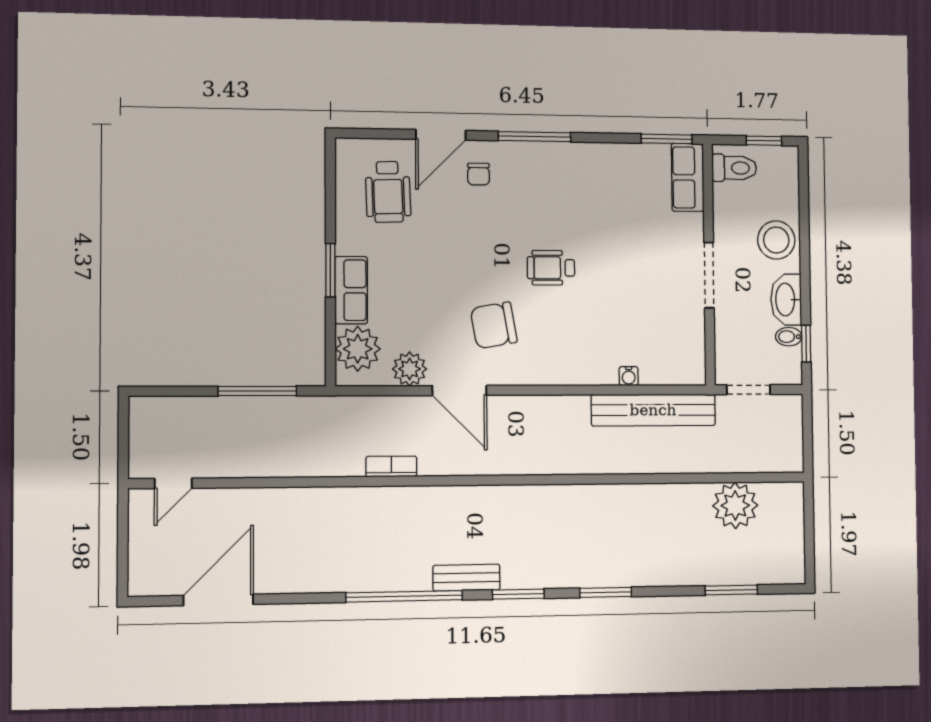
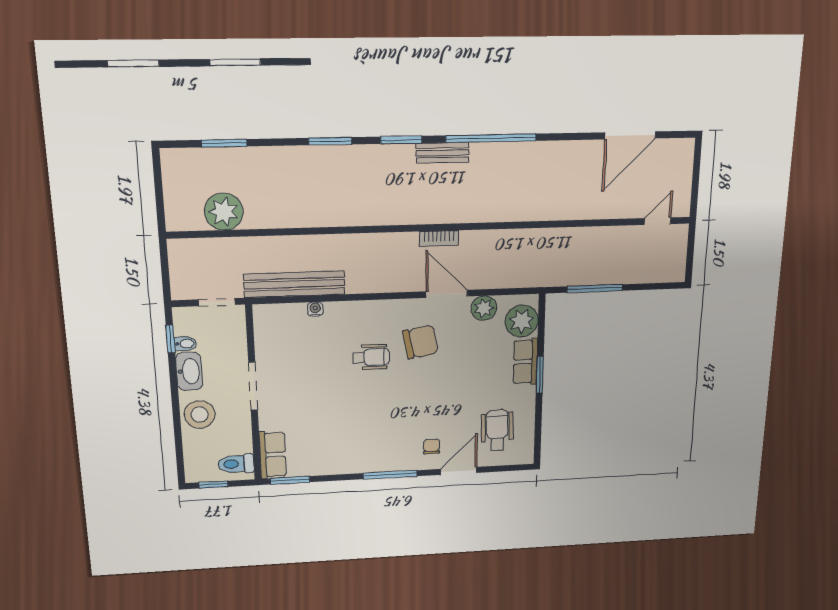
wheelchair: (551, 268) -> (371, 357), moved
bookcase: (391, 466) -> (439, 238), moved

